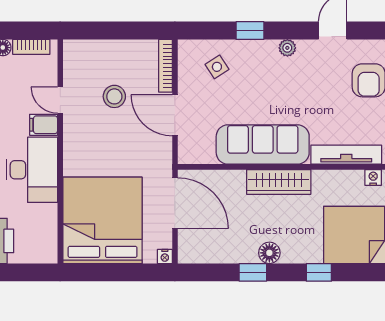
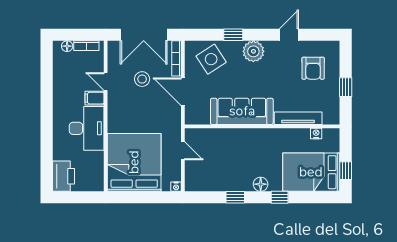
double door: (117, 31) -> (144, 35), added
plant: (287, 48) -> (253, 51), width x1.87, depth x1.87
side table: (217, 67) -> (211, 59), width x1.87, depth x1.87
wardrobe: (279, 182) -> (253, 137), removed
door: (175, 203) -> (183, 151), width x0.53
floor lamp: (269, 253) -> (261, 184), moved

